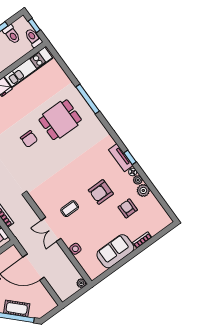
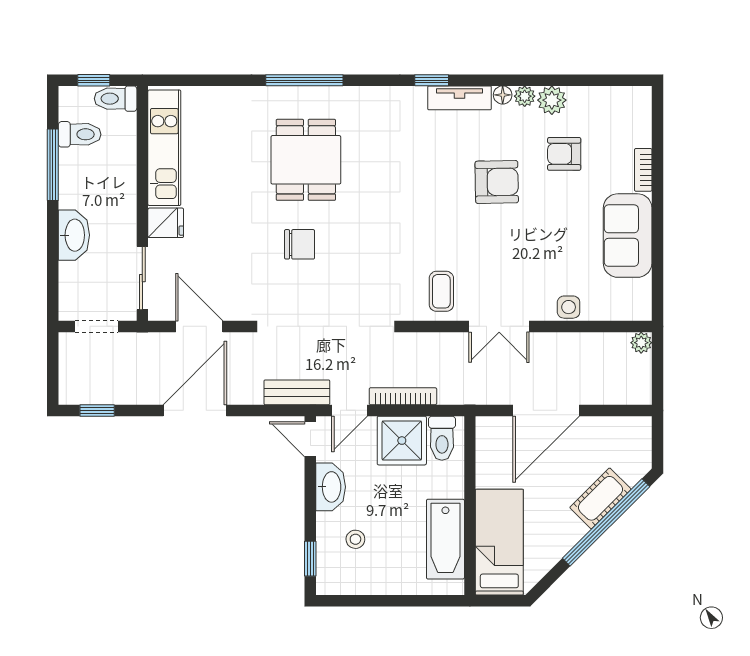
window: (130, 157) -> (432, 80), moved
armchair: (101, 192) -> (497, 182), turned -91
coffee table: (70, 209) -> (441, 291), moved

